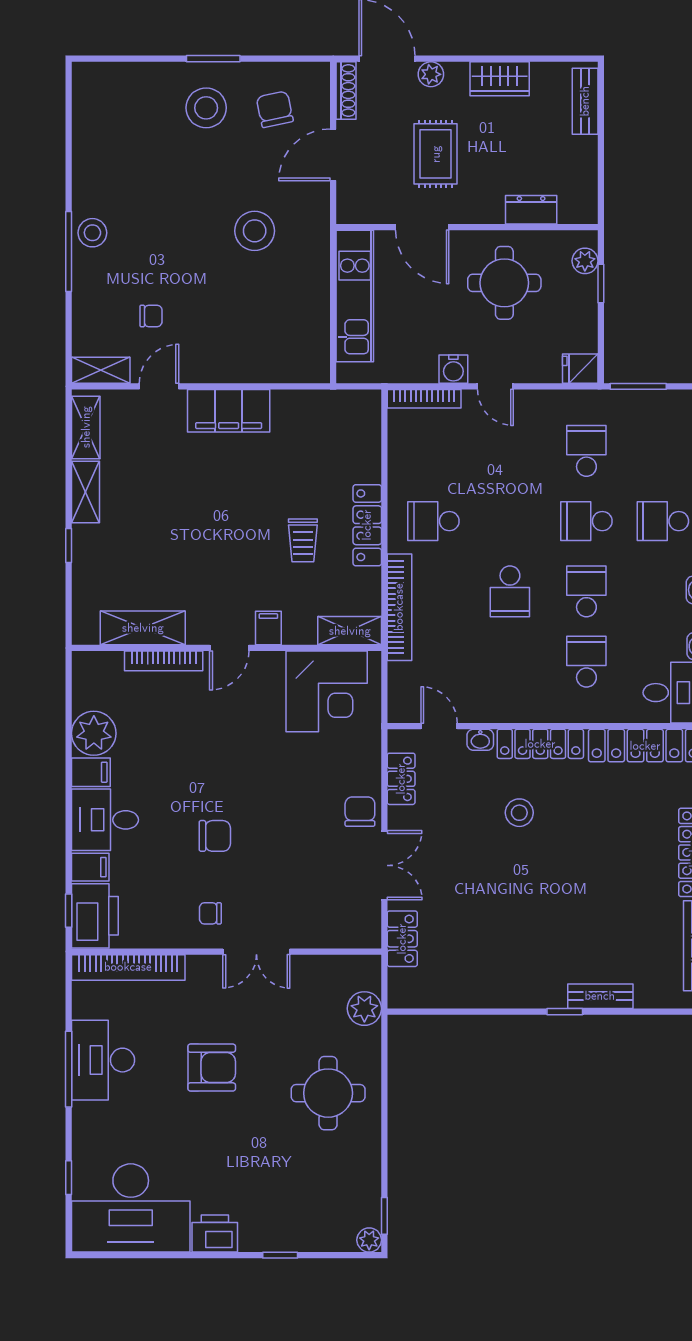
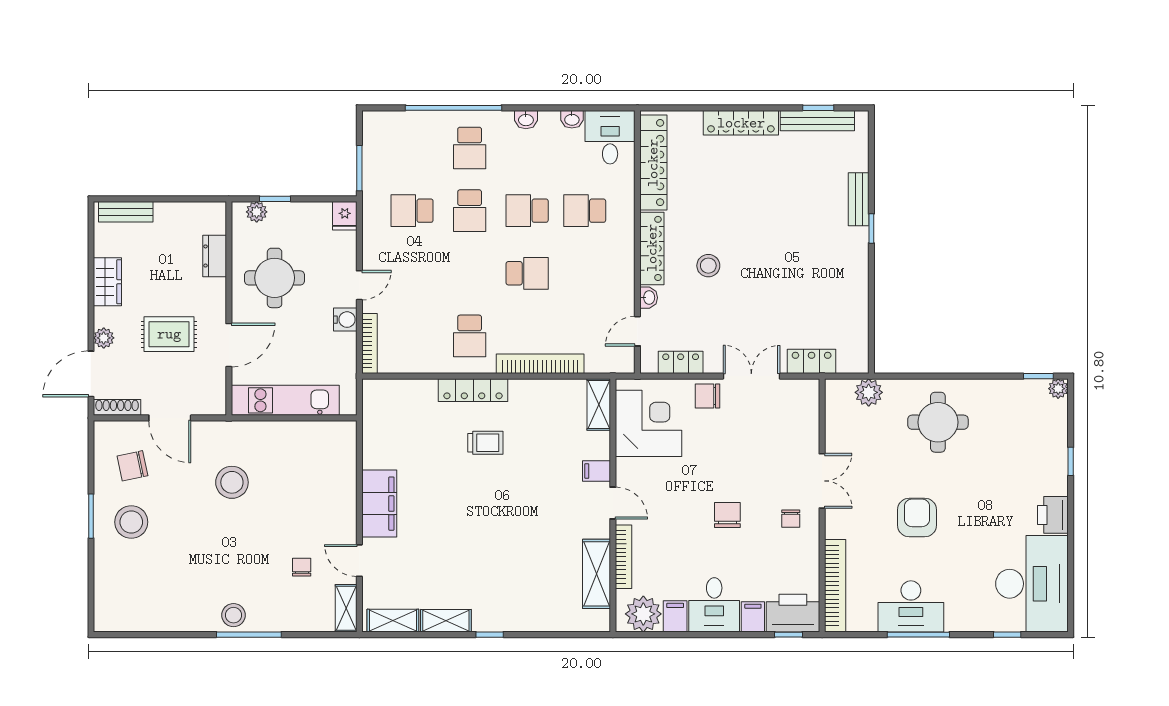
shelving: (143, 628) -> (596, 574), moved
filing cabinet: (268, 628) -> (596, 471), moved
shelving: (350, 631) -> (599, 405), moved
wall: (226, 648) -> (613, 505), moved
door: (229, 648) -> (613, 503), moved
bookcase: (164, 661) -> (623, 557), moved
corner desk: (327, 691) -> (648, 423), moved

